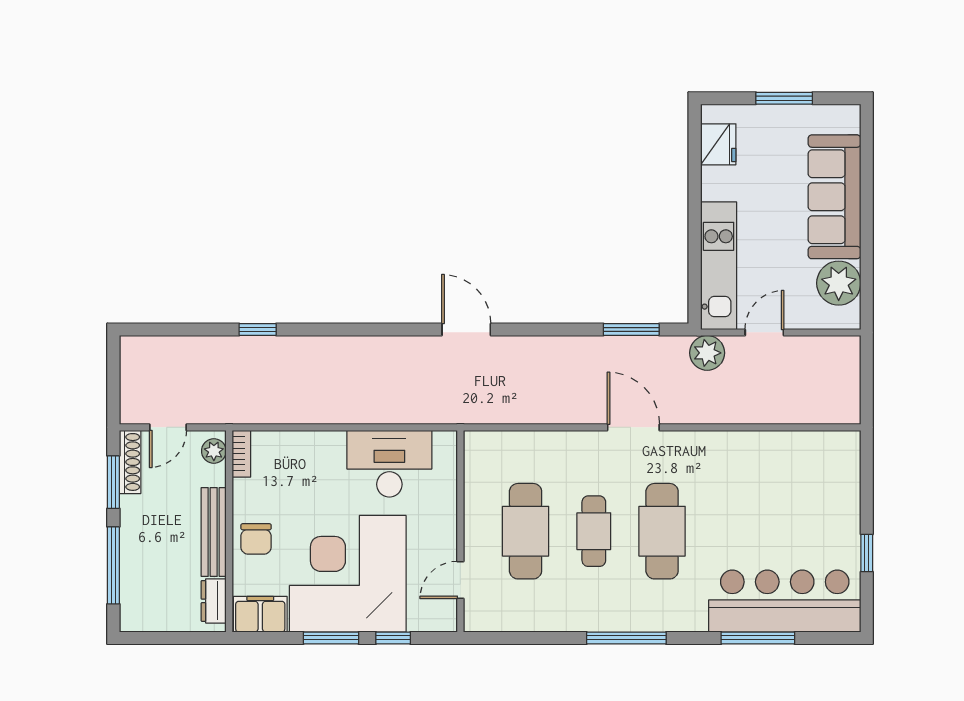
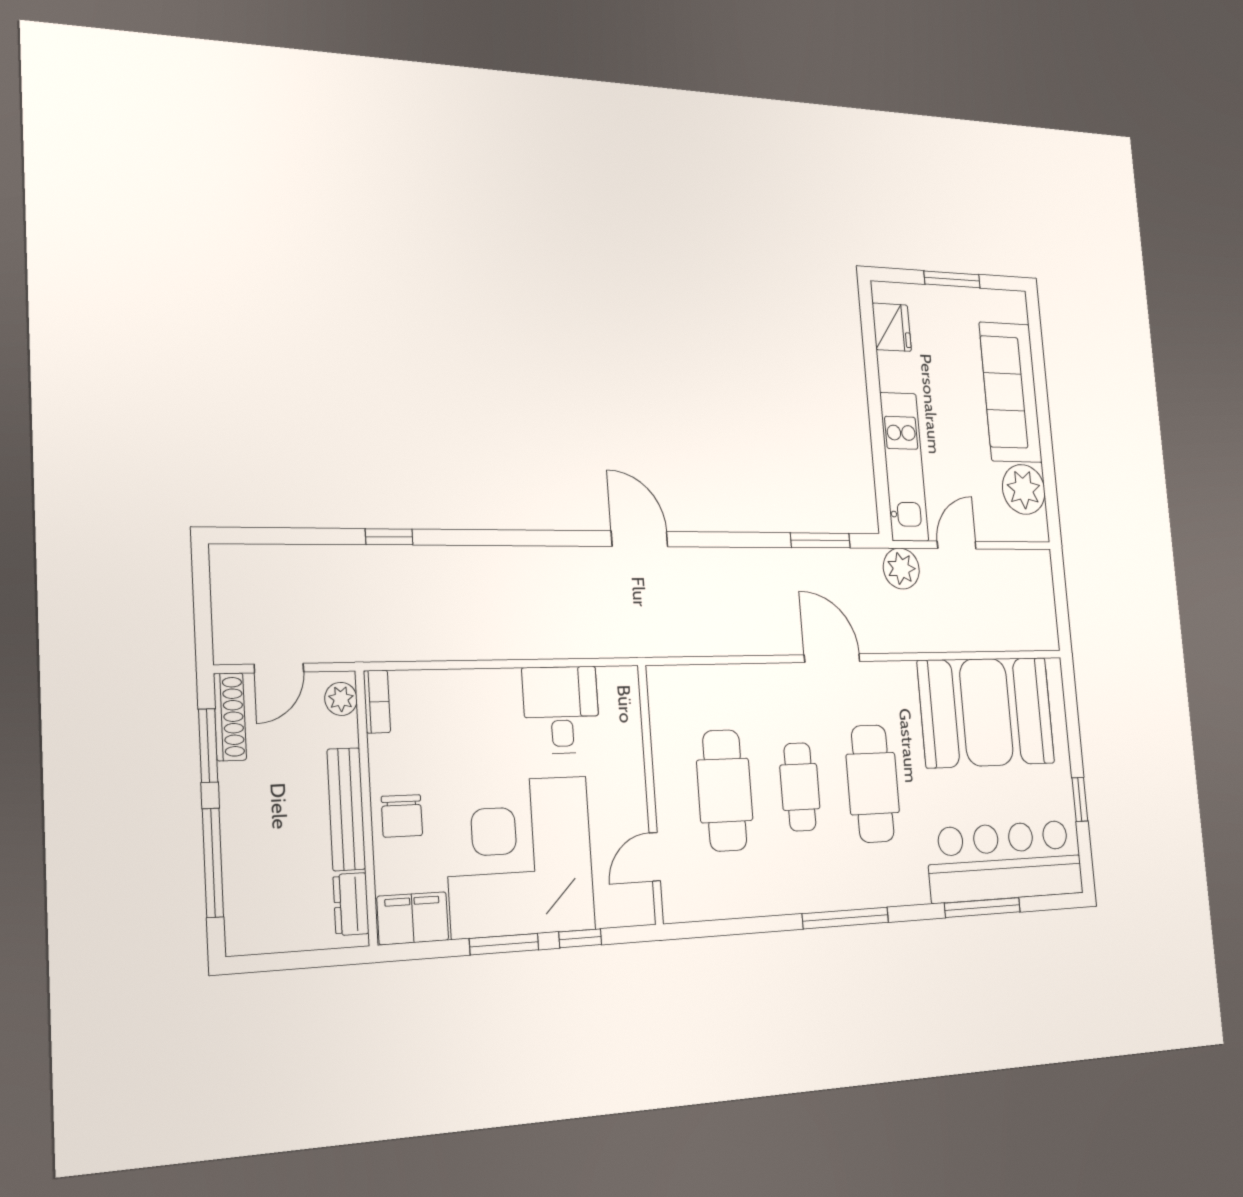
desk: (389, 464) -> (561, 710), width x0.73
booth: (779, 476) -> (986, 712), added

